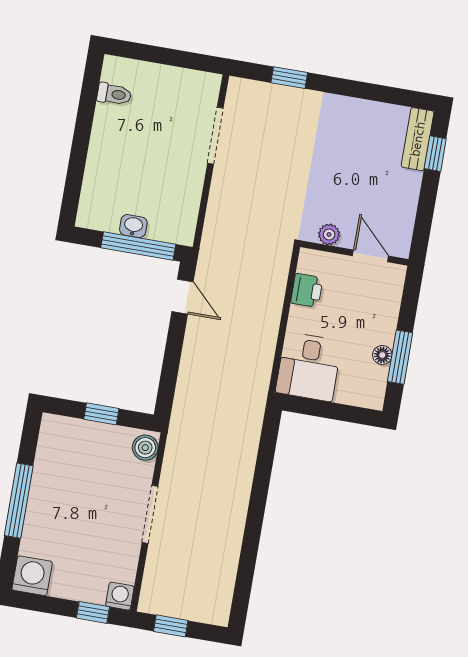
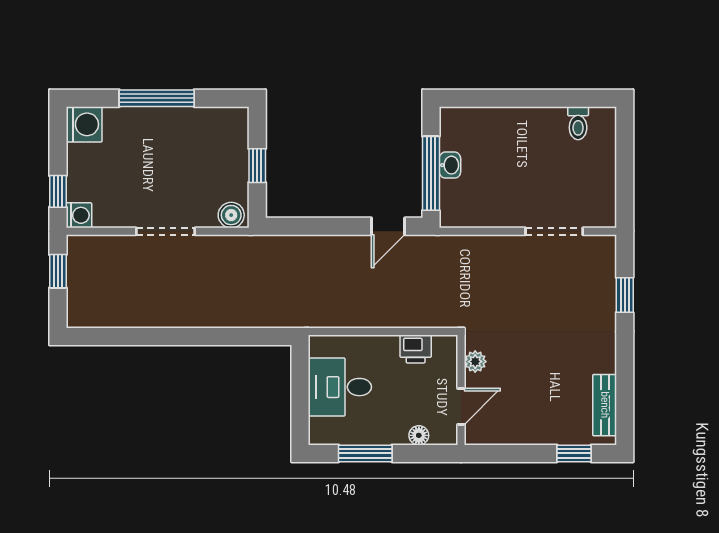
bench: (418, 139) -> (605, 405), moved, turned 90
floor lamp: (382, 355) -> (419, 435), moved
desk: (309, 367) -> (340, 387), moved

